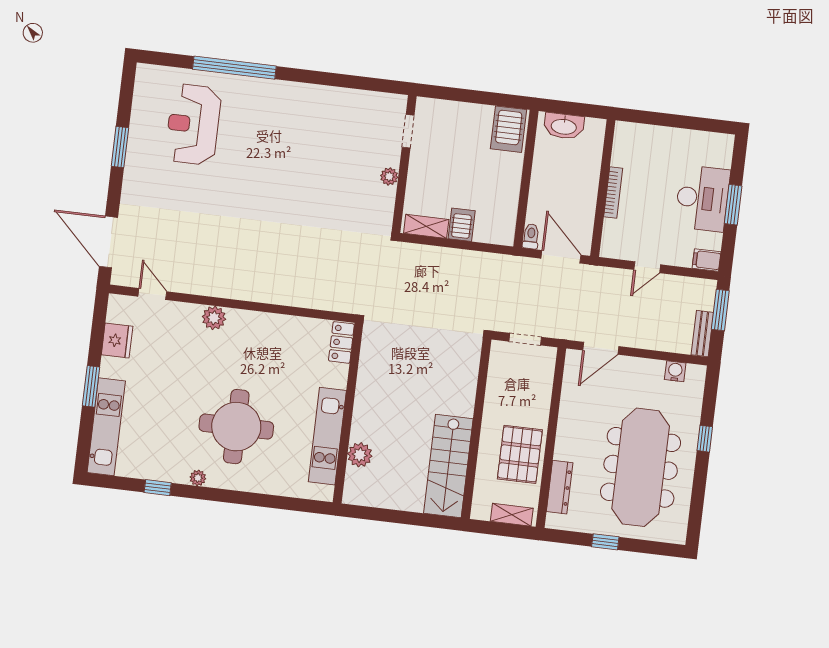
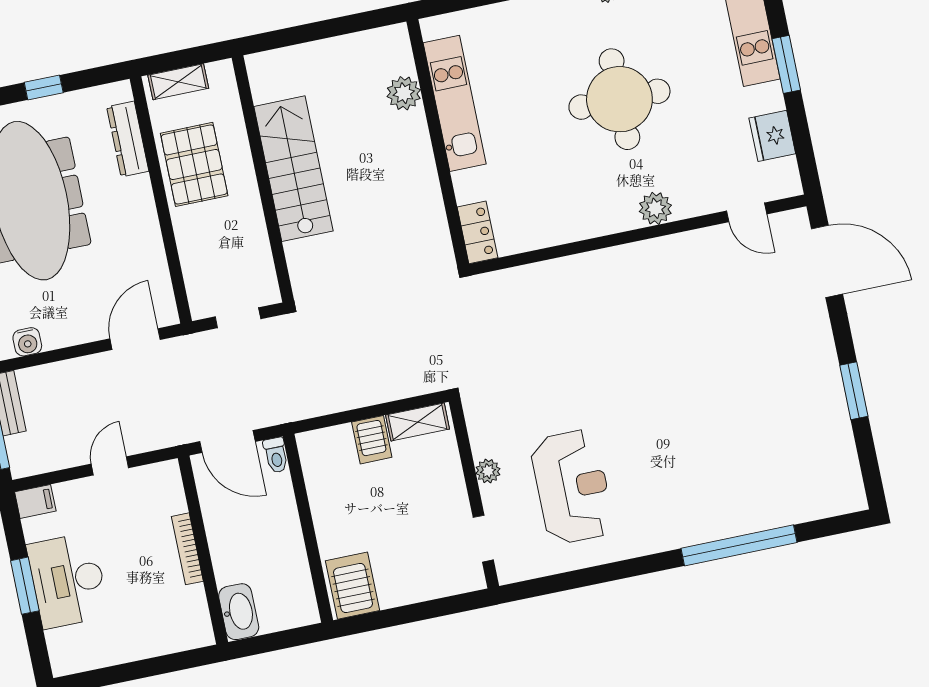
reception desk: (193, 124) -> (572, 487), moved
washbasin: (564, 126) -> (239, 612), moved, turned 90
round table: (236, 427) -> (619, 99), moved
stairs: (448, 466) -> (293, 169), moved

